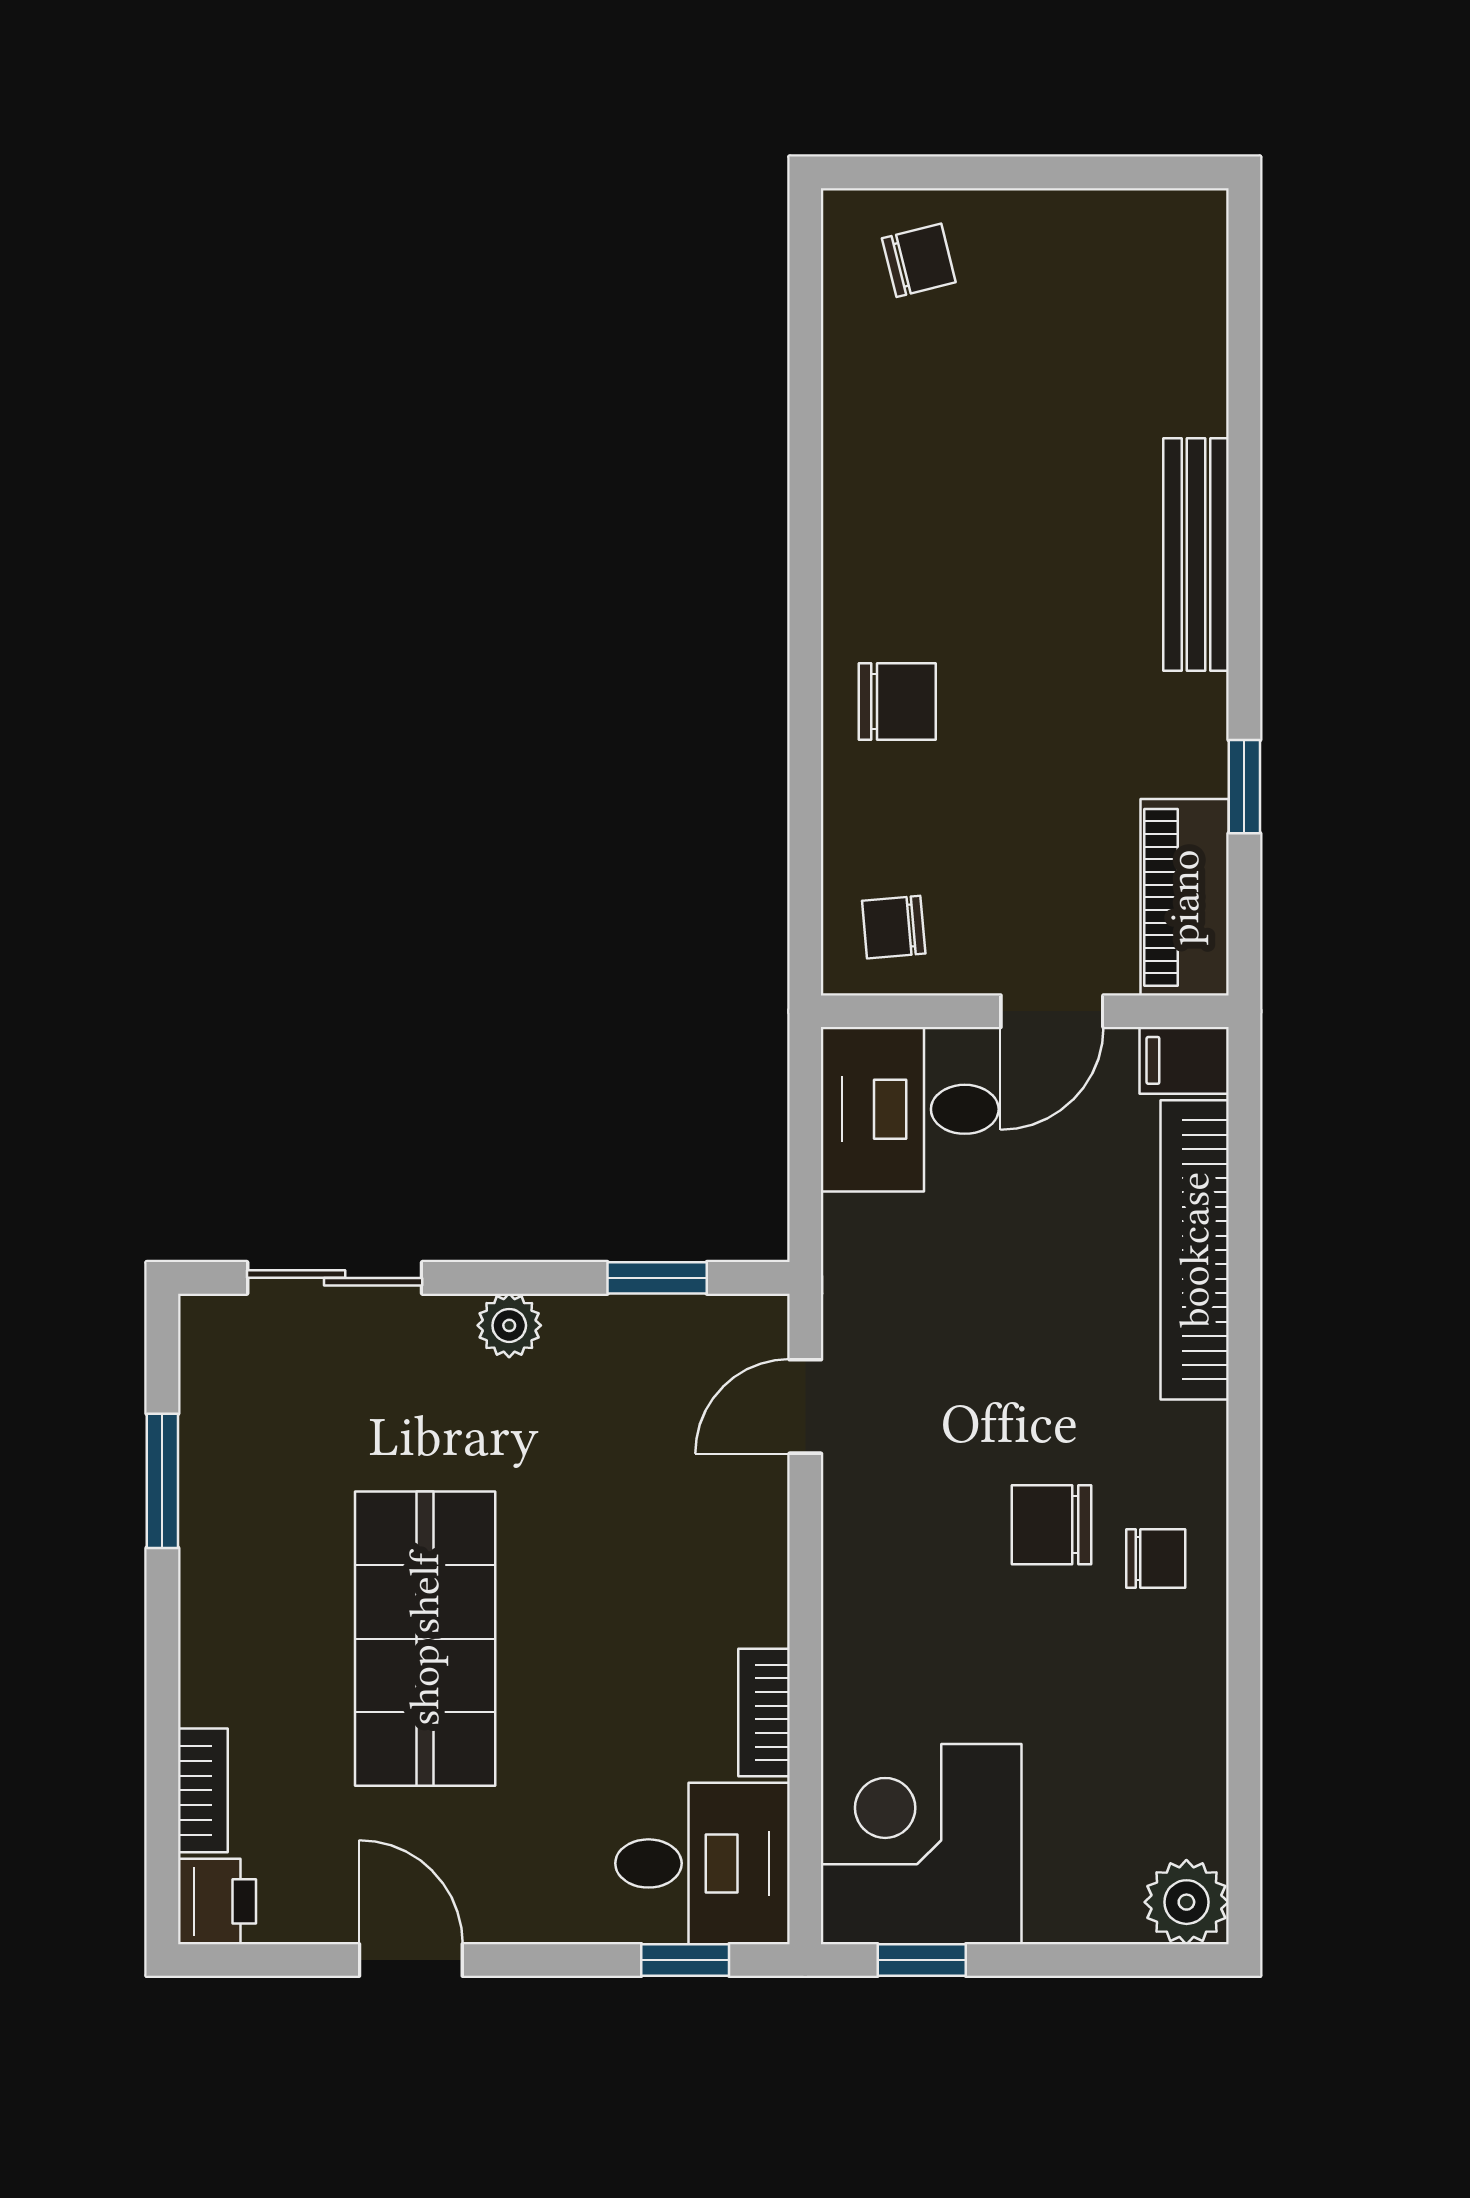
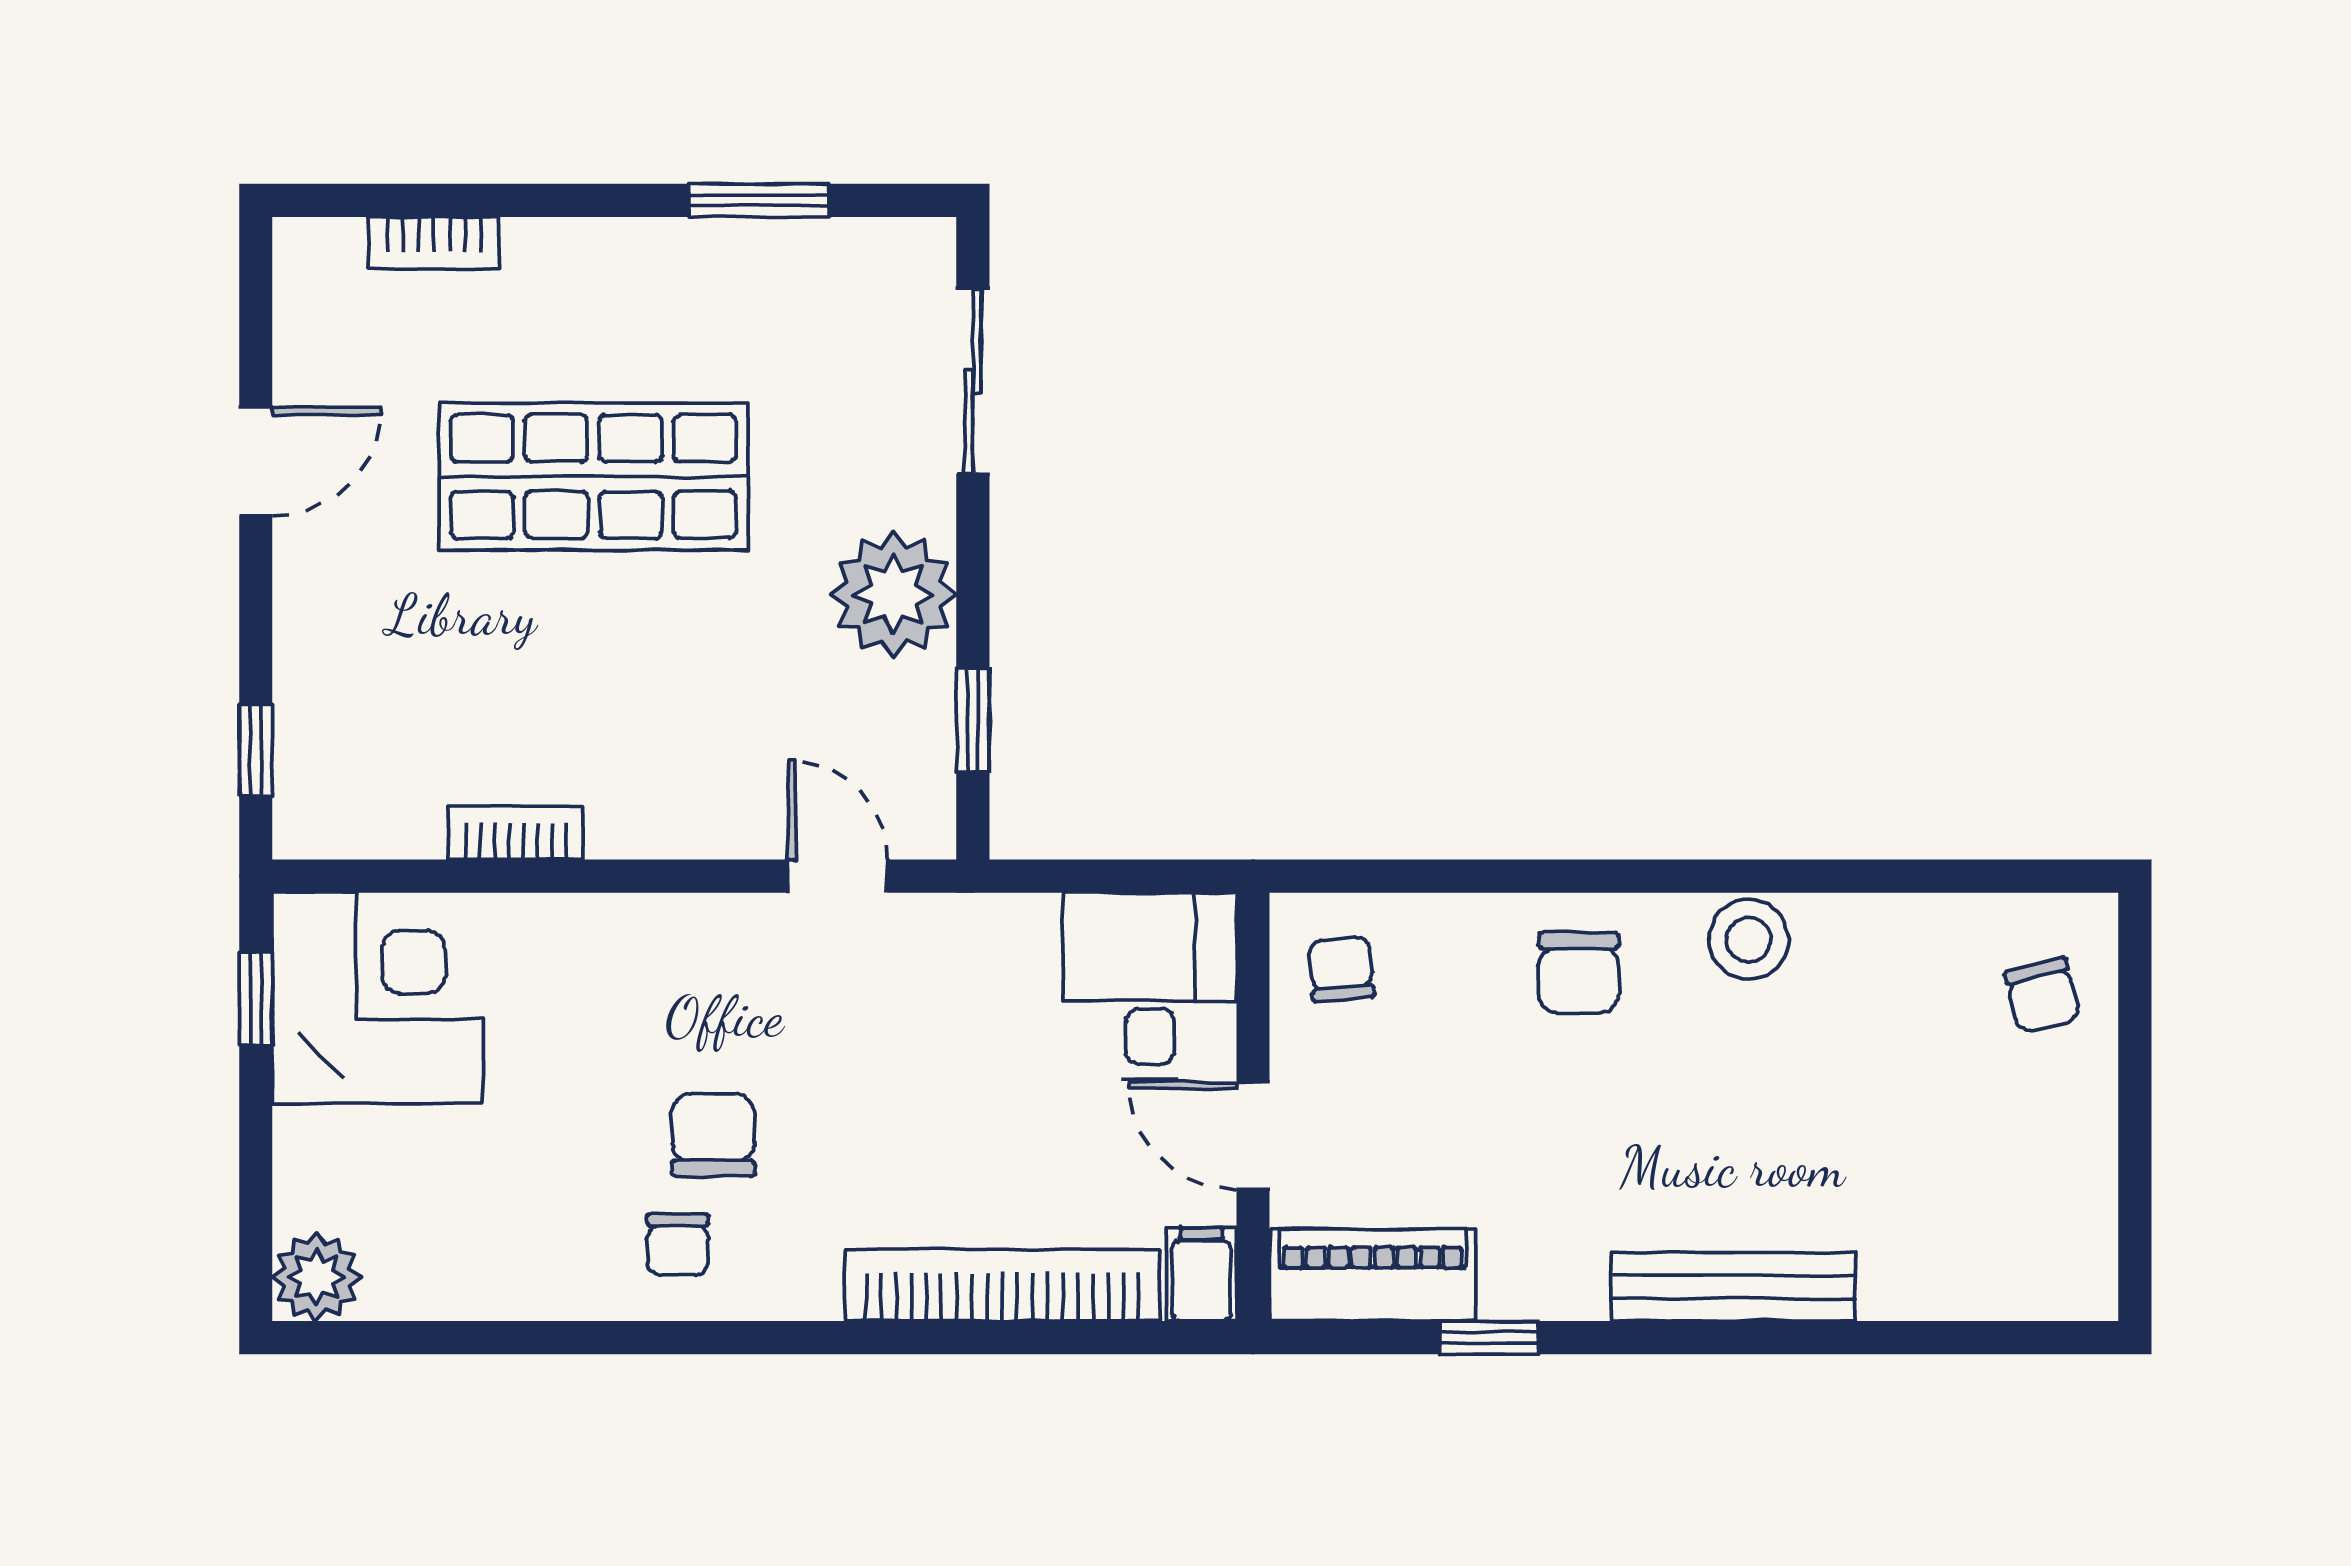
stool: (866, 540) -> (1749, 940), added
plant: (509, 1325) -> (893, 594), width x1.87, depth x1.87
desk: (702, 1863) -> (357, 768), removed
printer: (217, 1901) -> (317, 258), removed

